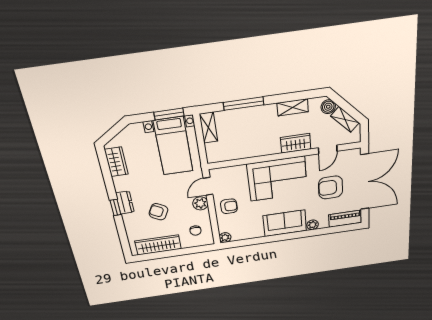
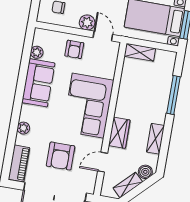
shelving: (209, 128) -> (140, 52), moved
door: (328, 150) -> (103, 162), hinge flipped
armchair: (331, 187) -> (61, 156), turned 180
sofa: (285, 223) -> (38, 83), moved
plant: (225, 238) -> (37, 52), moved

